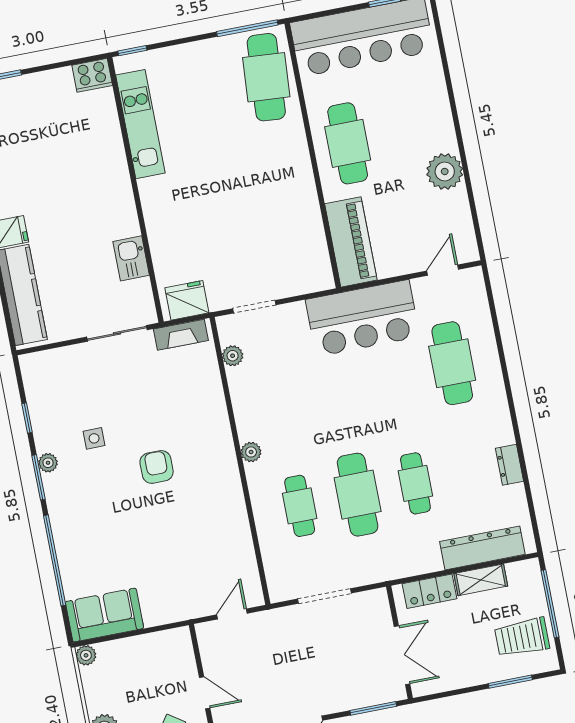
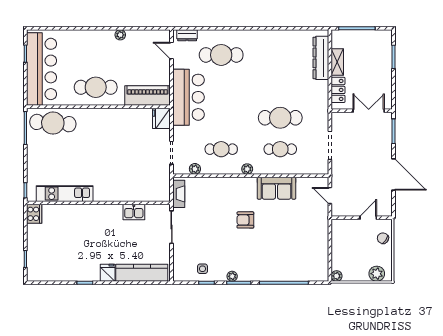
plant: (445, 171) -> (120, 35), width x0.53, depth x0.53
fridge: (187, 300) -> (161, 118), moved
side table: (94, 438) -> (202, 269), moved
dresser: (509, 465) -> (187, 35), moved
cafe table: (415, 483) -> (221, 149), moved
sofa: (104, 615) -> (277, 188), moved, turned -90
trolley: (522, 637) -> (371, 46), removed

